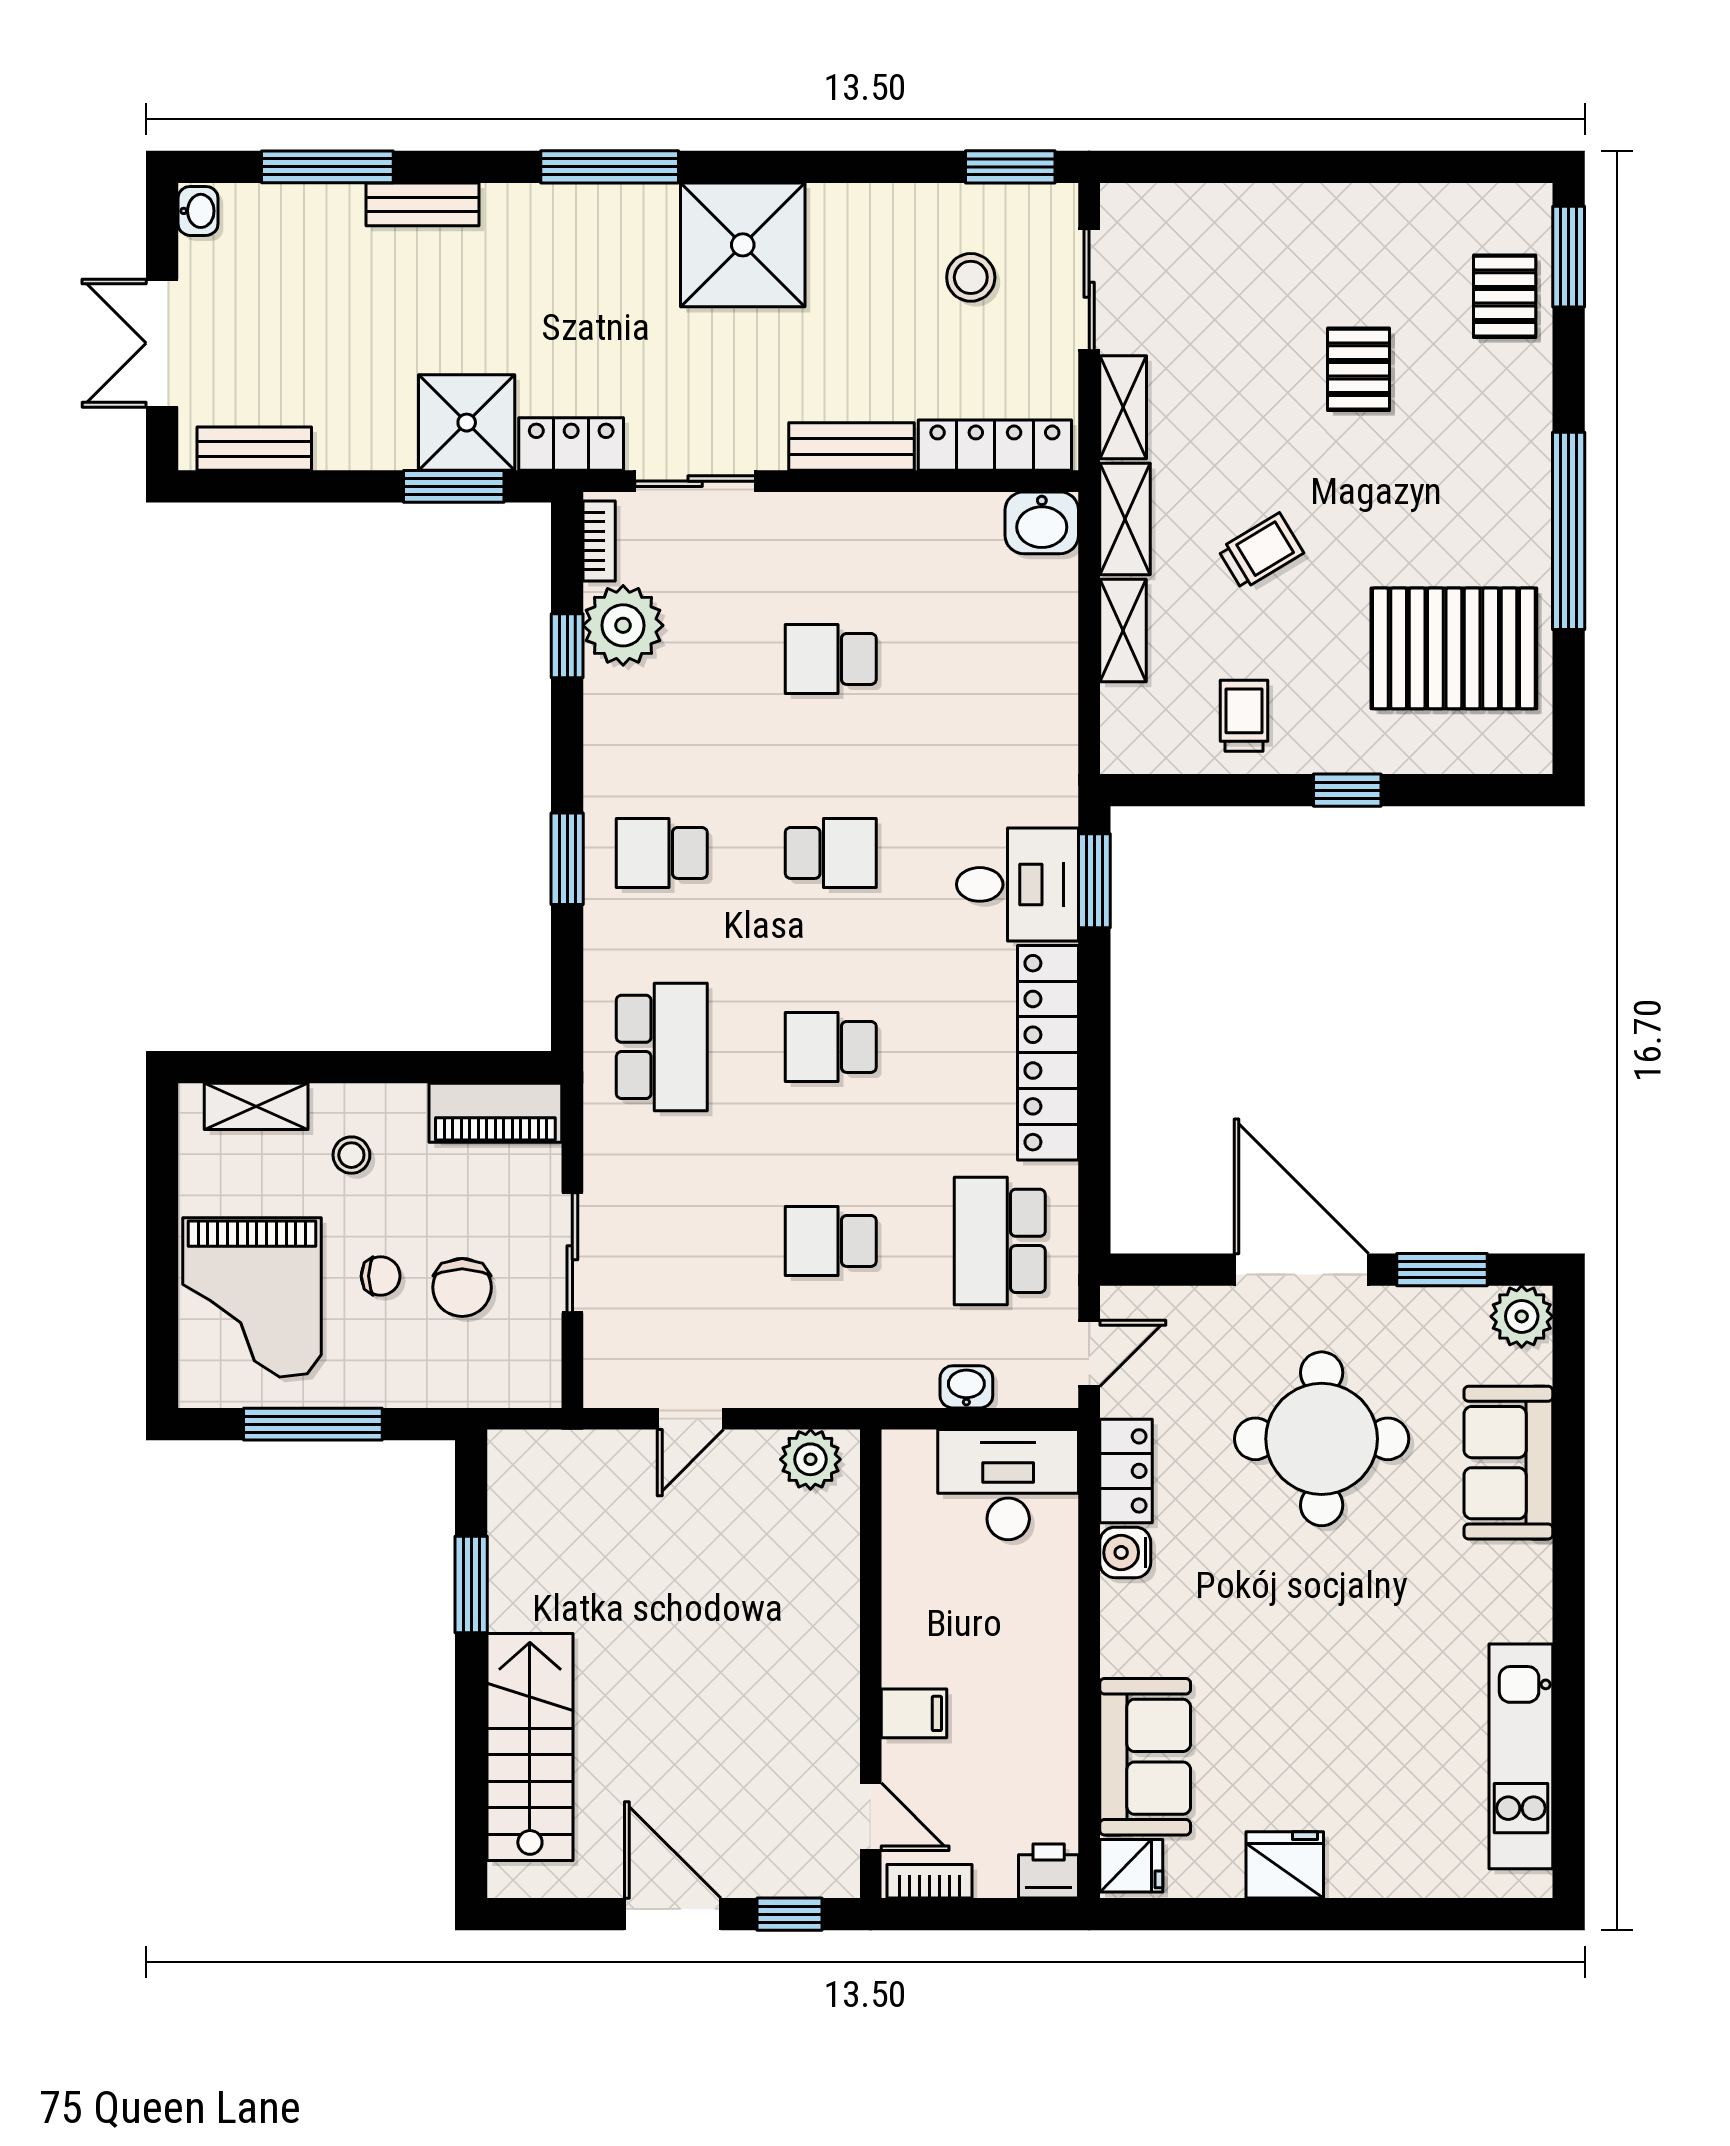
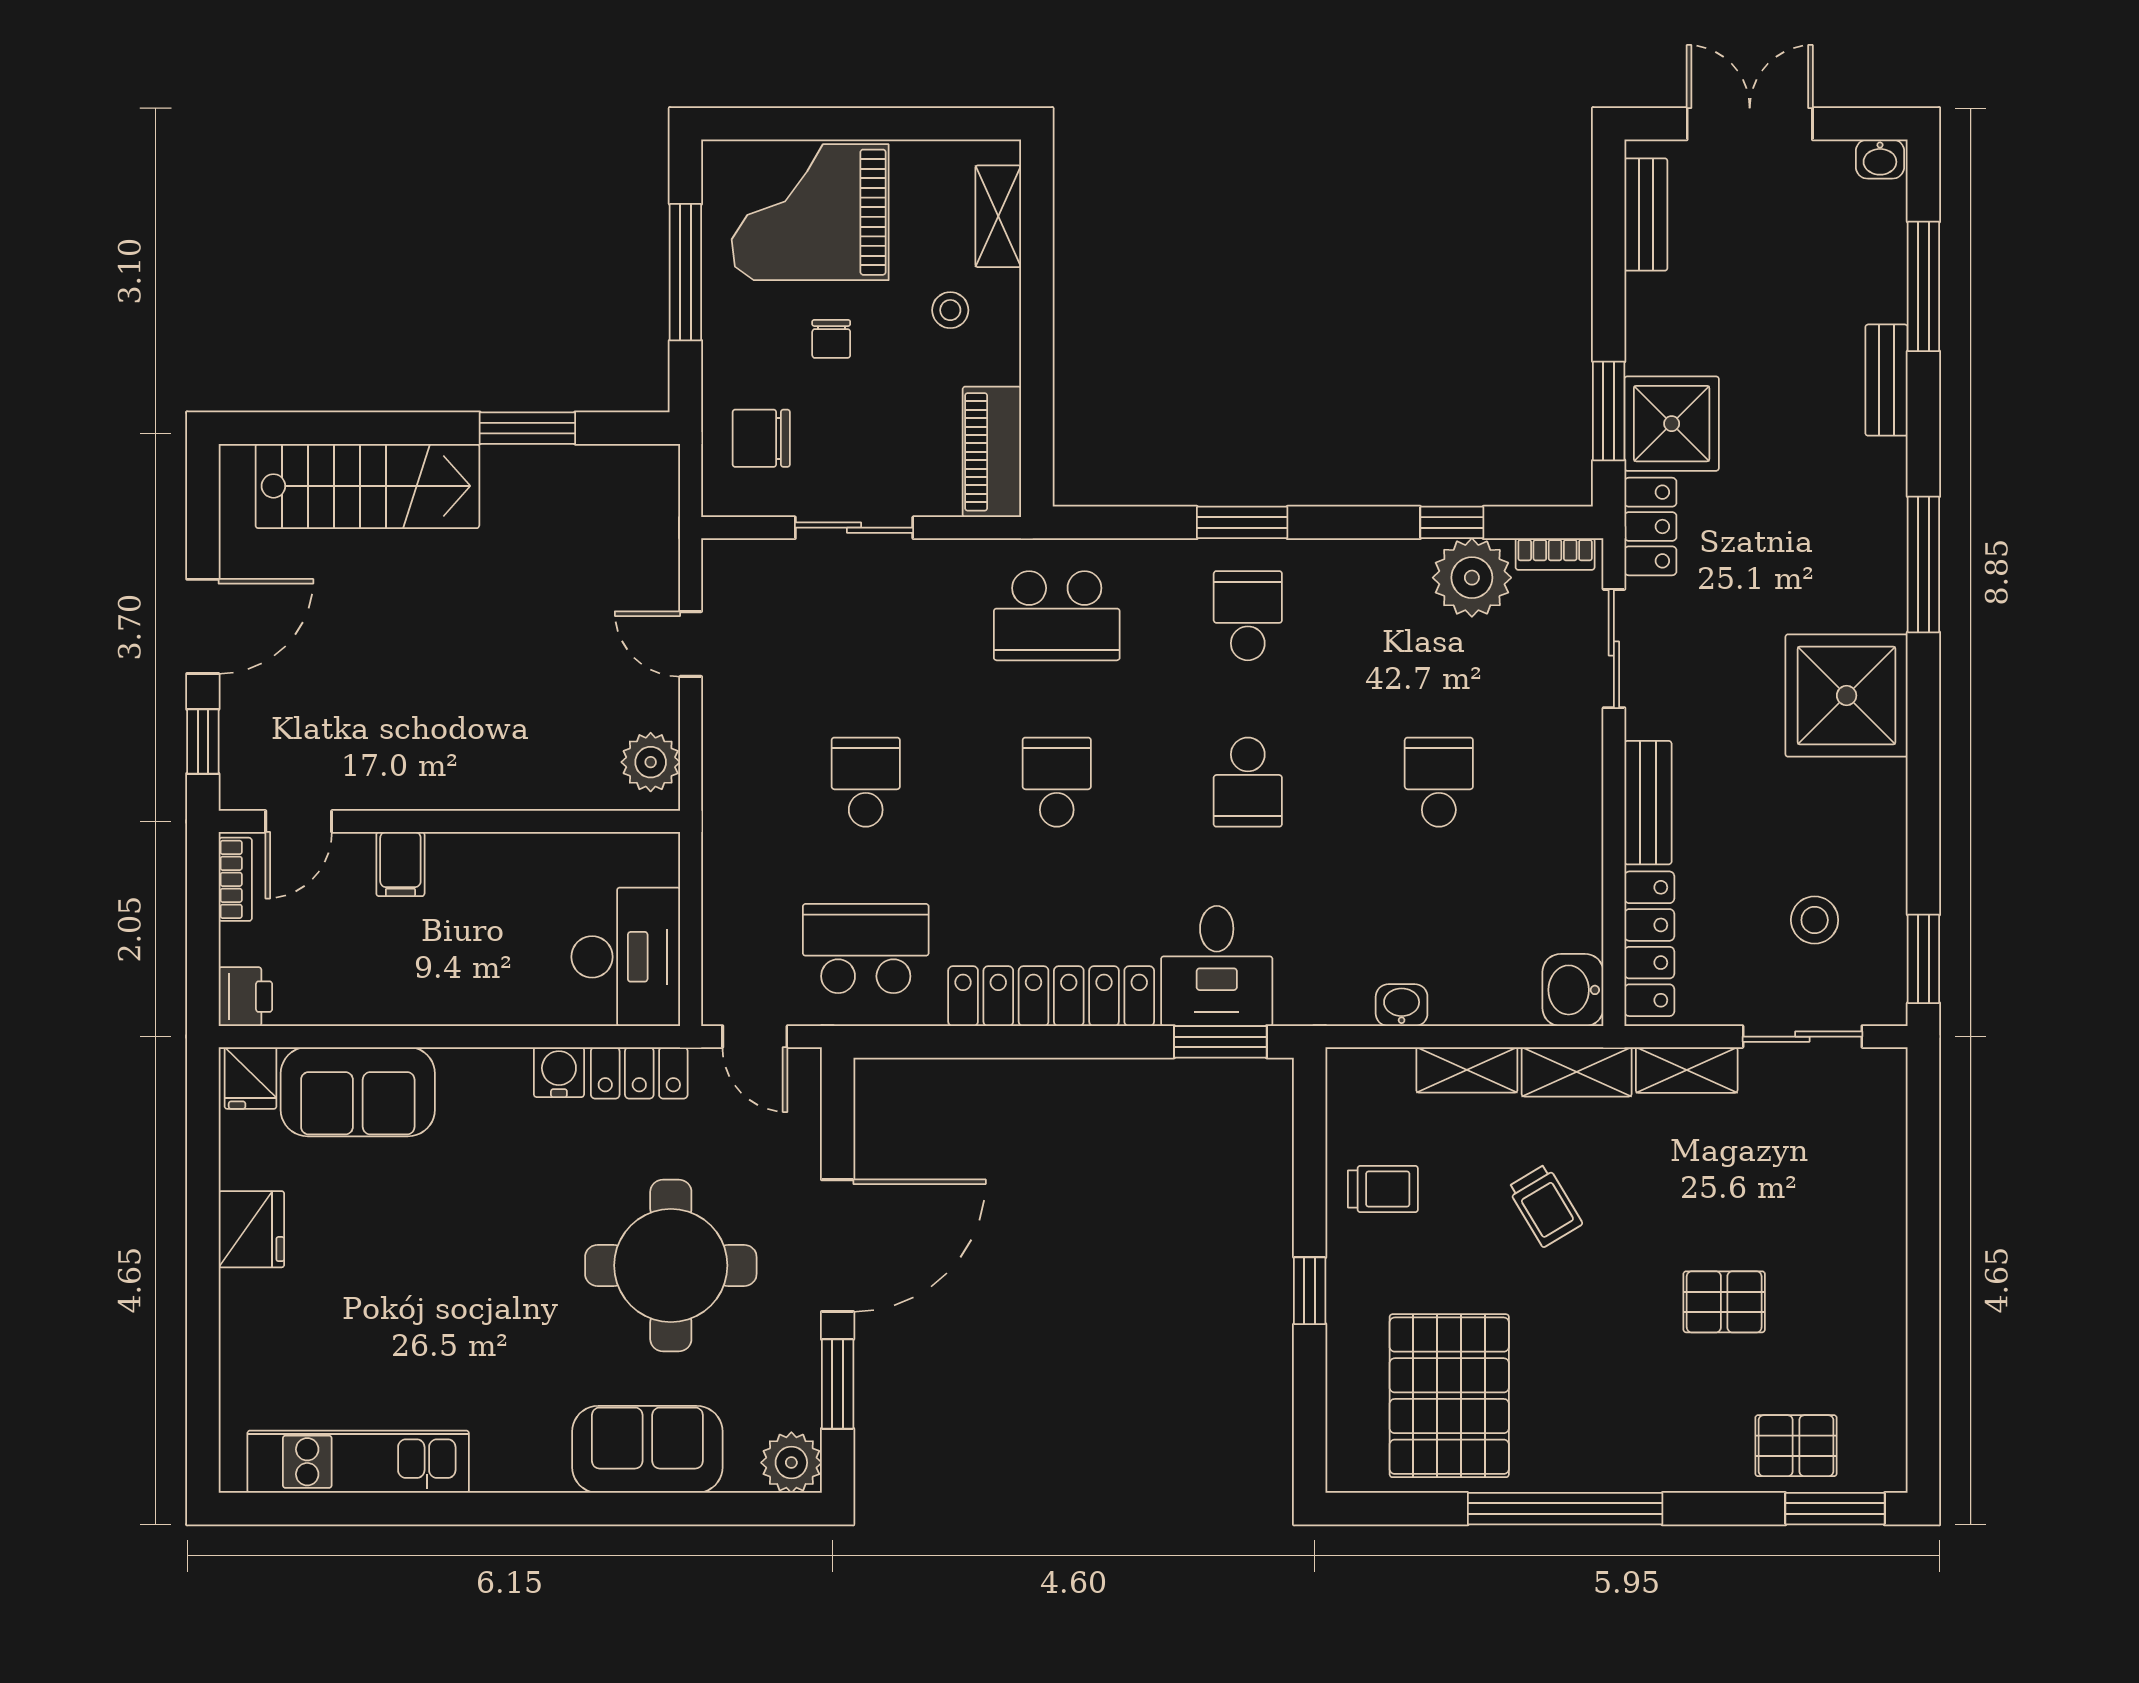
chair: (462, 1287) -> (761, 438), moved
washbasin: (966, 1387) -> (1402, 1005), moved, turned -90

